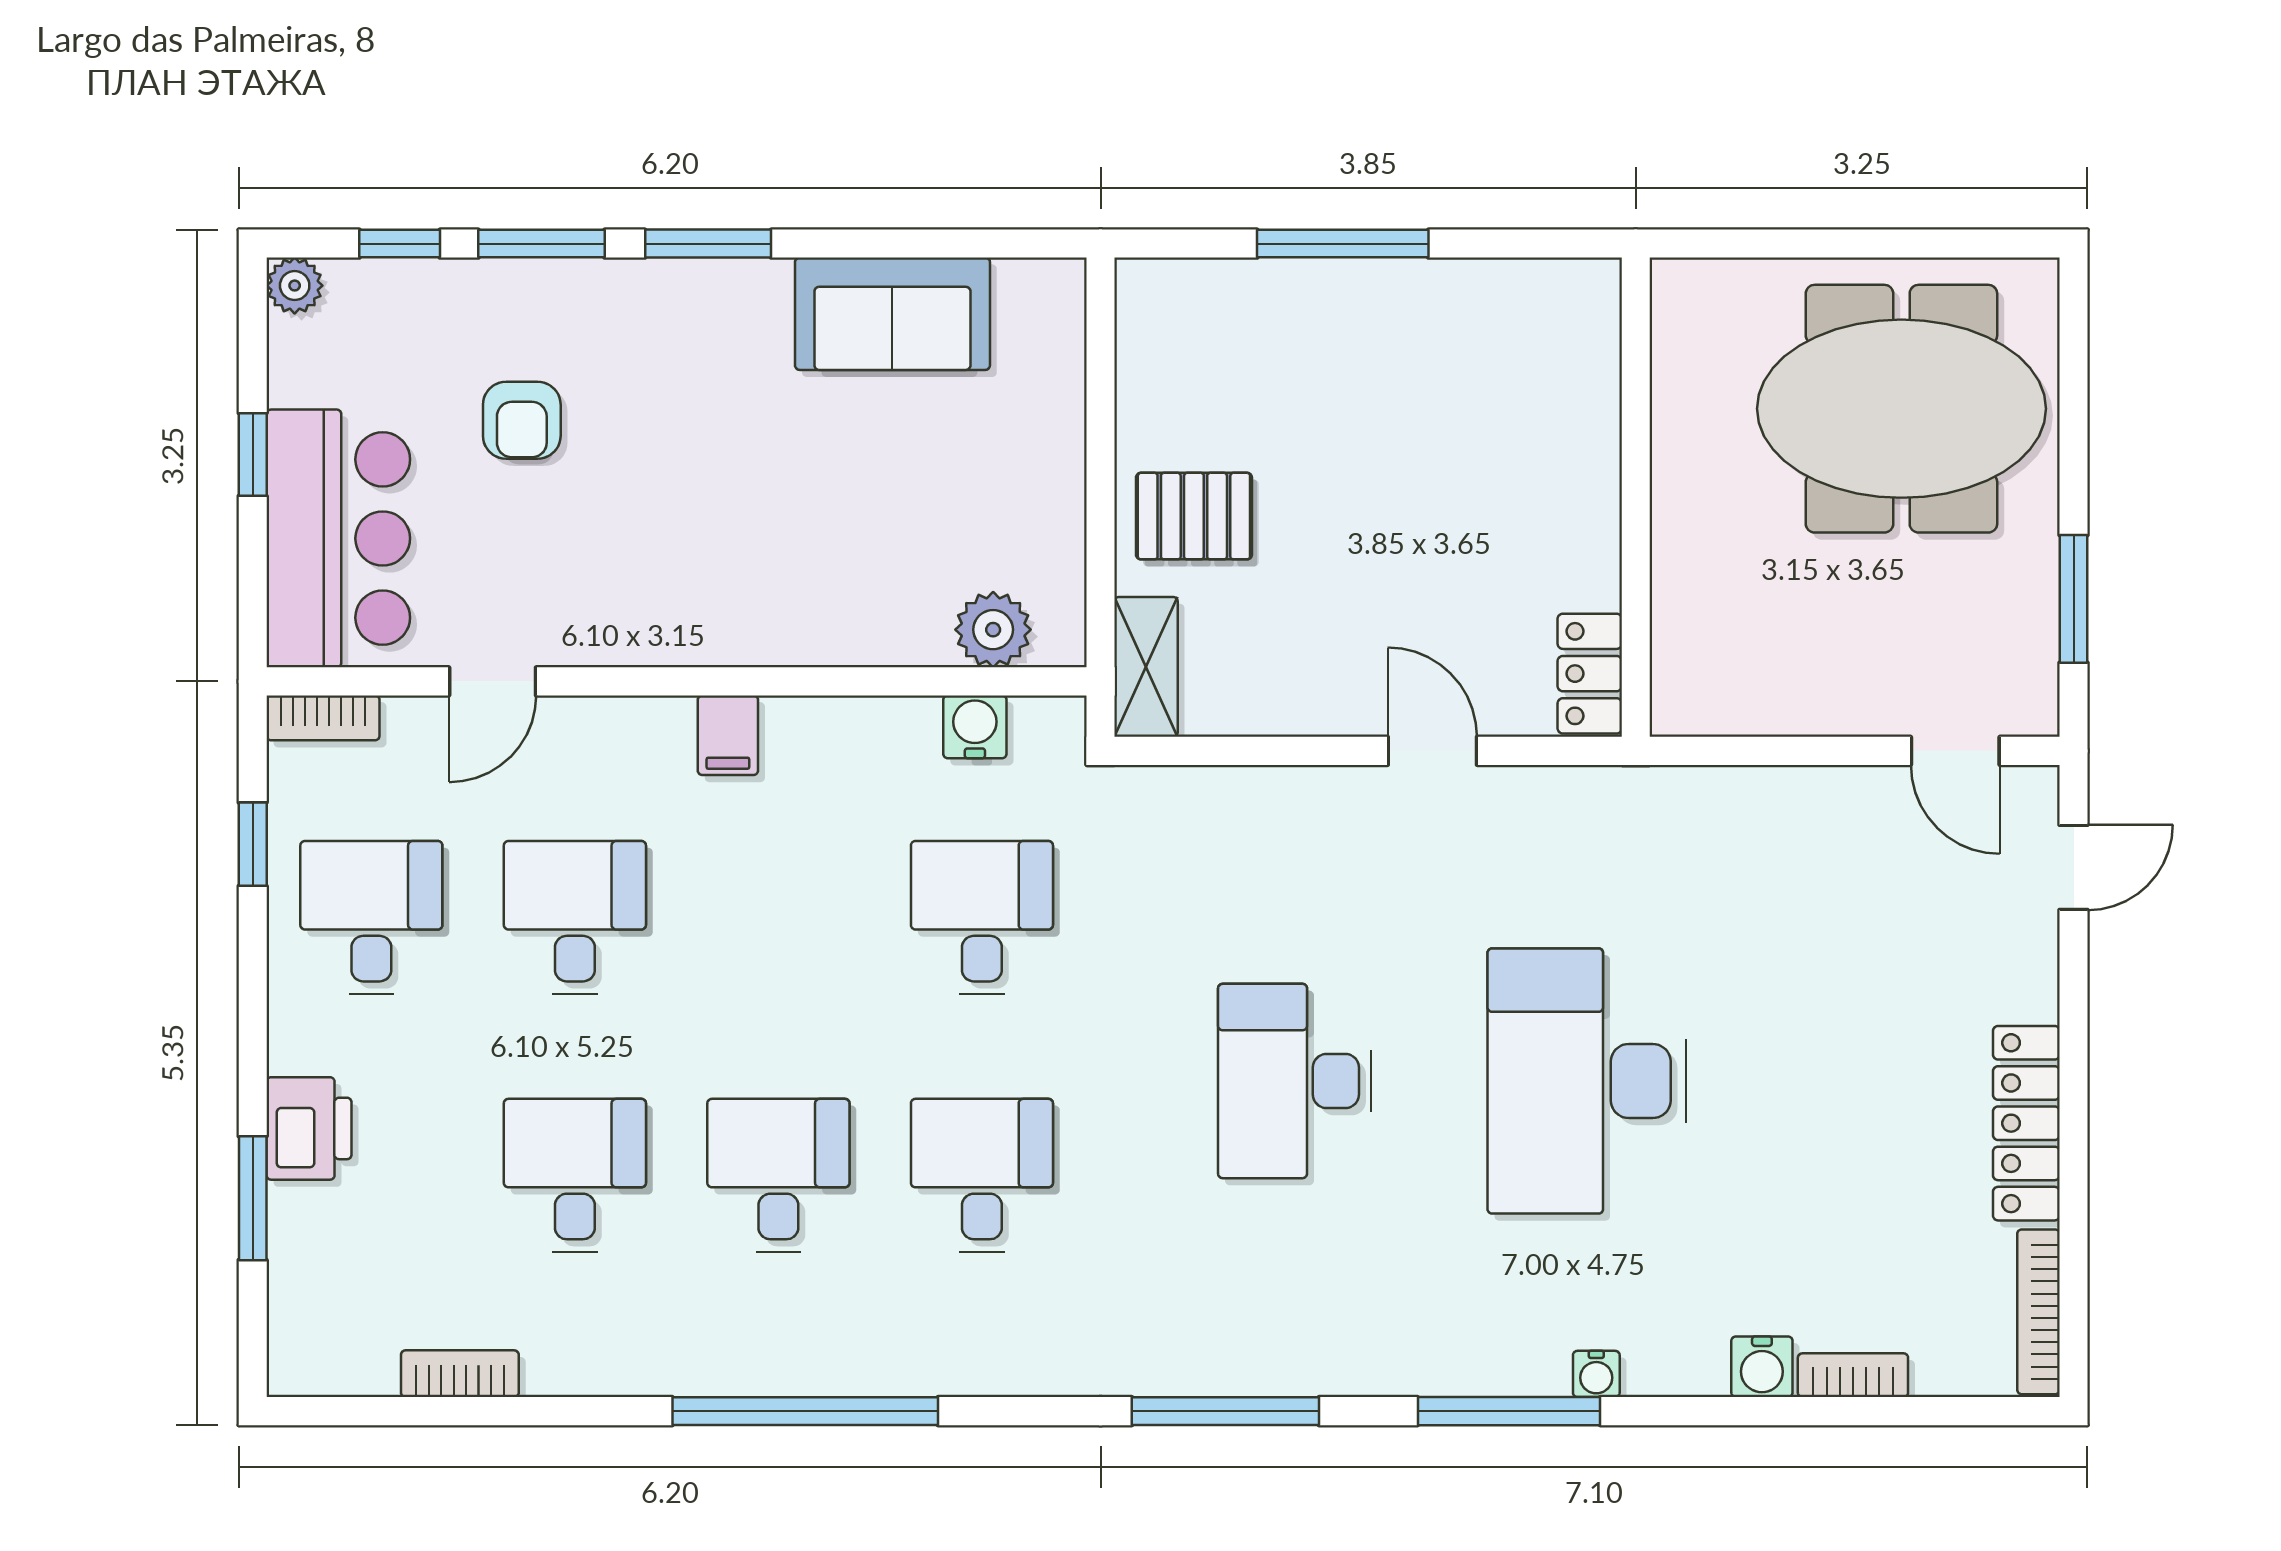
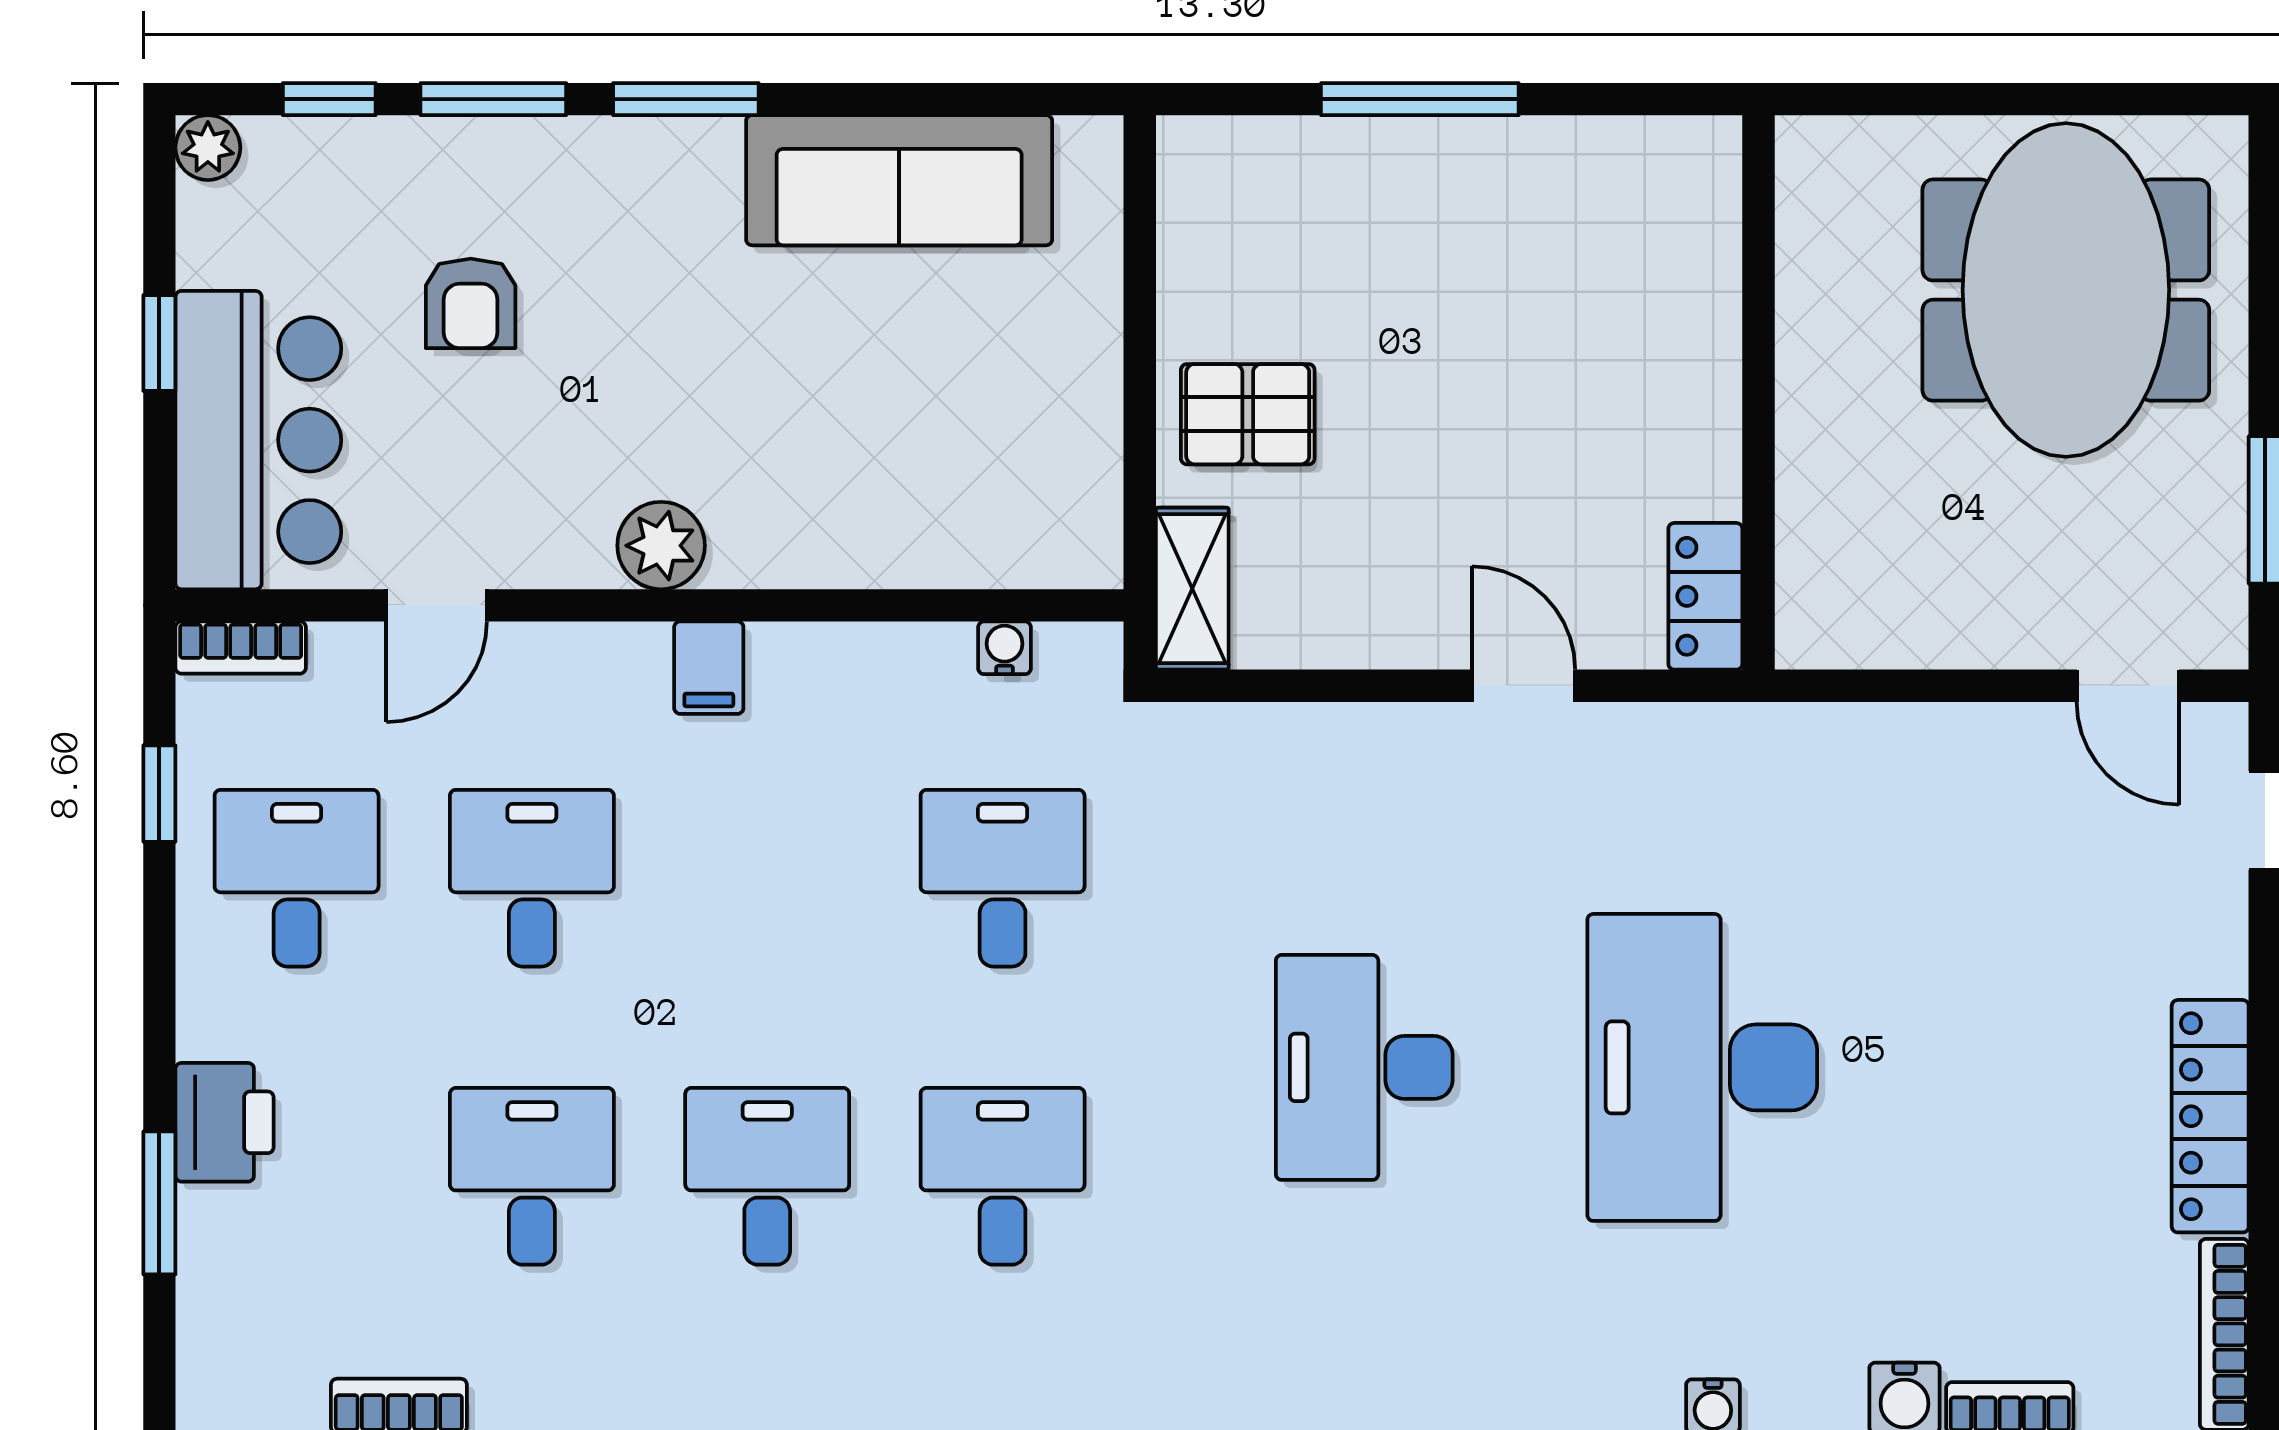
sofa: (892, 314) -> (899, 180), width x1.36
meeting table: (1901, 409) -> (2066, 290), turned 90
plant: (993, 630) -> (661, 546), moved
water cooler: (975, 727) -> (1005, 648), width x0.72, depth x0.72

